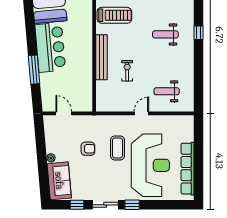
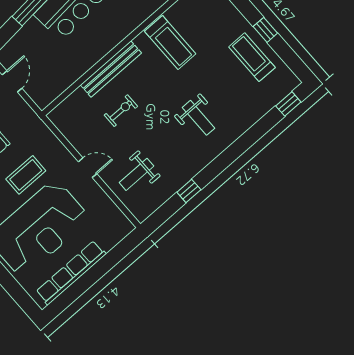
window: (198, 33) -> (189, 191), moved
weight bench: (165, 34) -> (198, 118), turned 180
weight bench: (167, 91) -> (136, 174), turned -90

